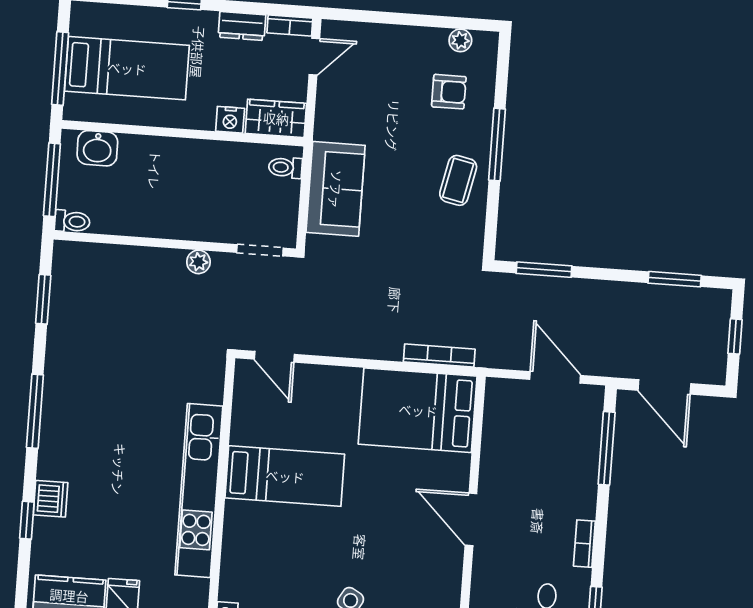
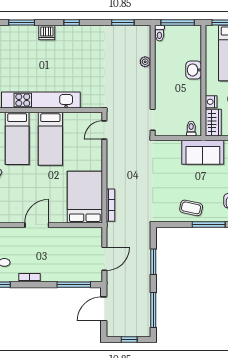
washbasin: (97, 148) -> (194, 70), moved
sofa: (336, 189) -> (203, 152), moved
plant: (198, 262) -> (145, 62), moved
window: (544, 270) -> (153, 262), moved
window: (675, 279) -> (153, 310), width x1.44
window: (35, 411) -> (72, 23), width x0.46
dishwasher: (51, 499) -> (47, 33), moved
window: (27, 520) -> (22, 23), width x1.50
bed: (279, 548) -> (17, 138), added

